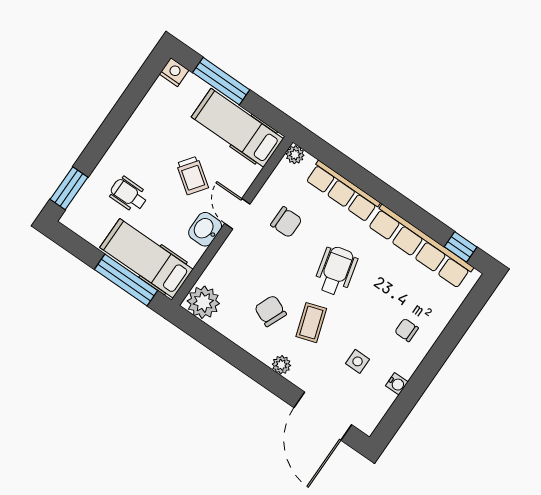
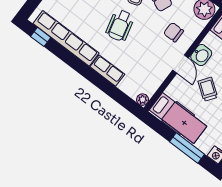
row of seats: (343, 191) -> (107, 71), width x0.68
chair: (286, 222) -> (174, 32), moved

